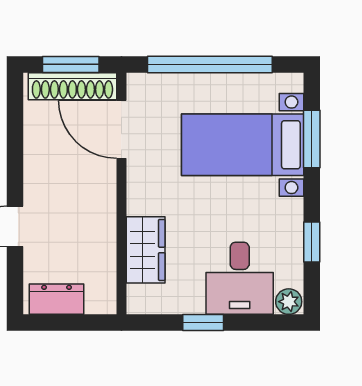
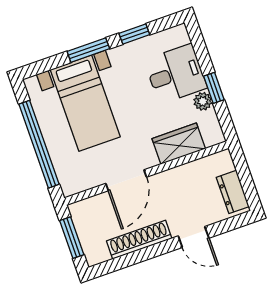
shoe rack: (72, 86) -> (139, 240), moved, turned -90
door: (121, 129) -> (126, 180), moved
window: (312, 139) -> (88, 50), moved
plant: (289, 302) -> (203, 101), moved

